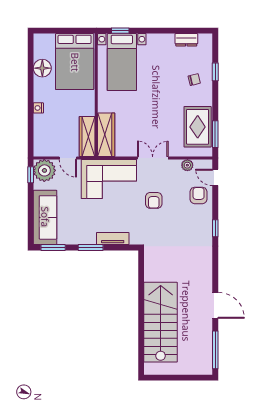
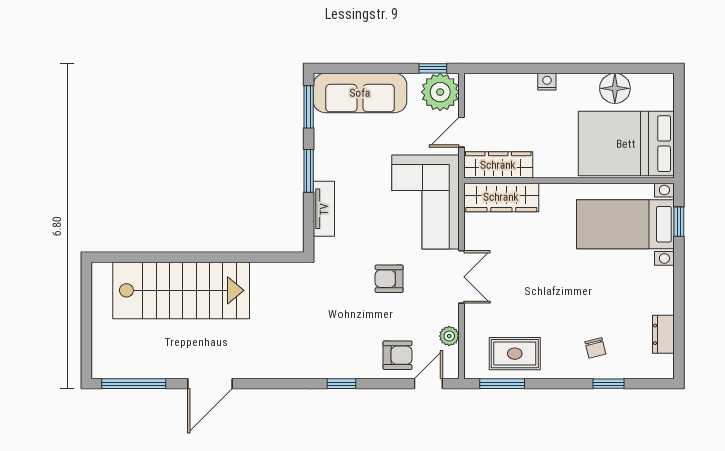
rug: (198, 127) -> (515, 354), width x0.73, depth x0.70

